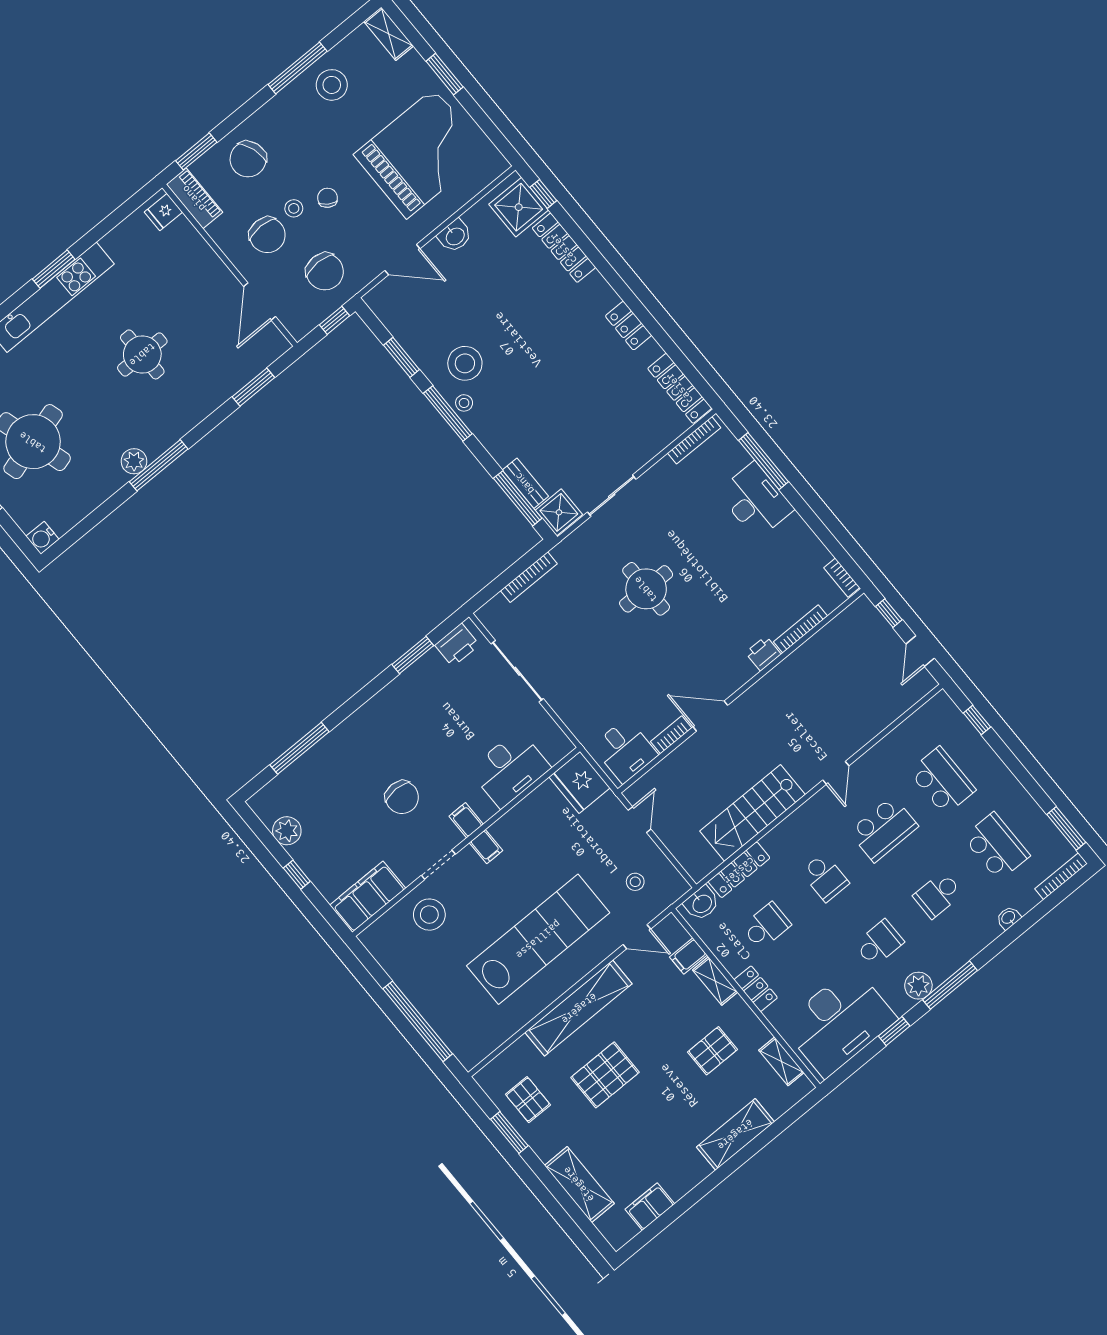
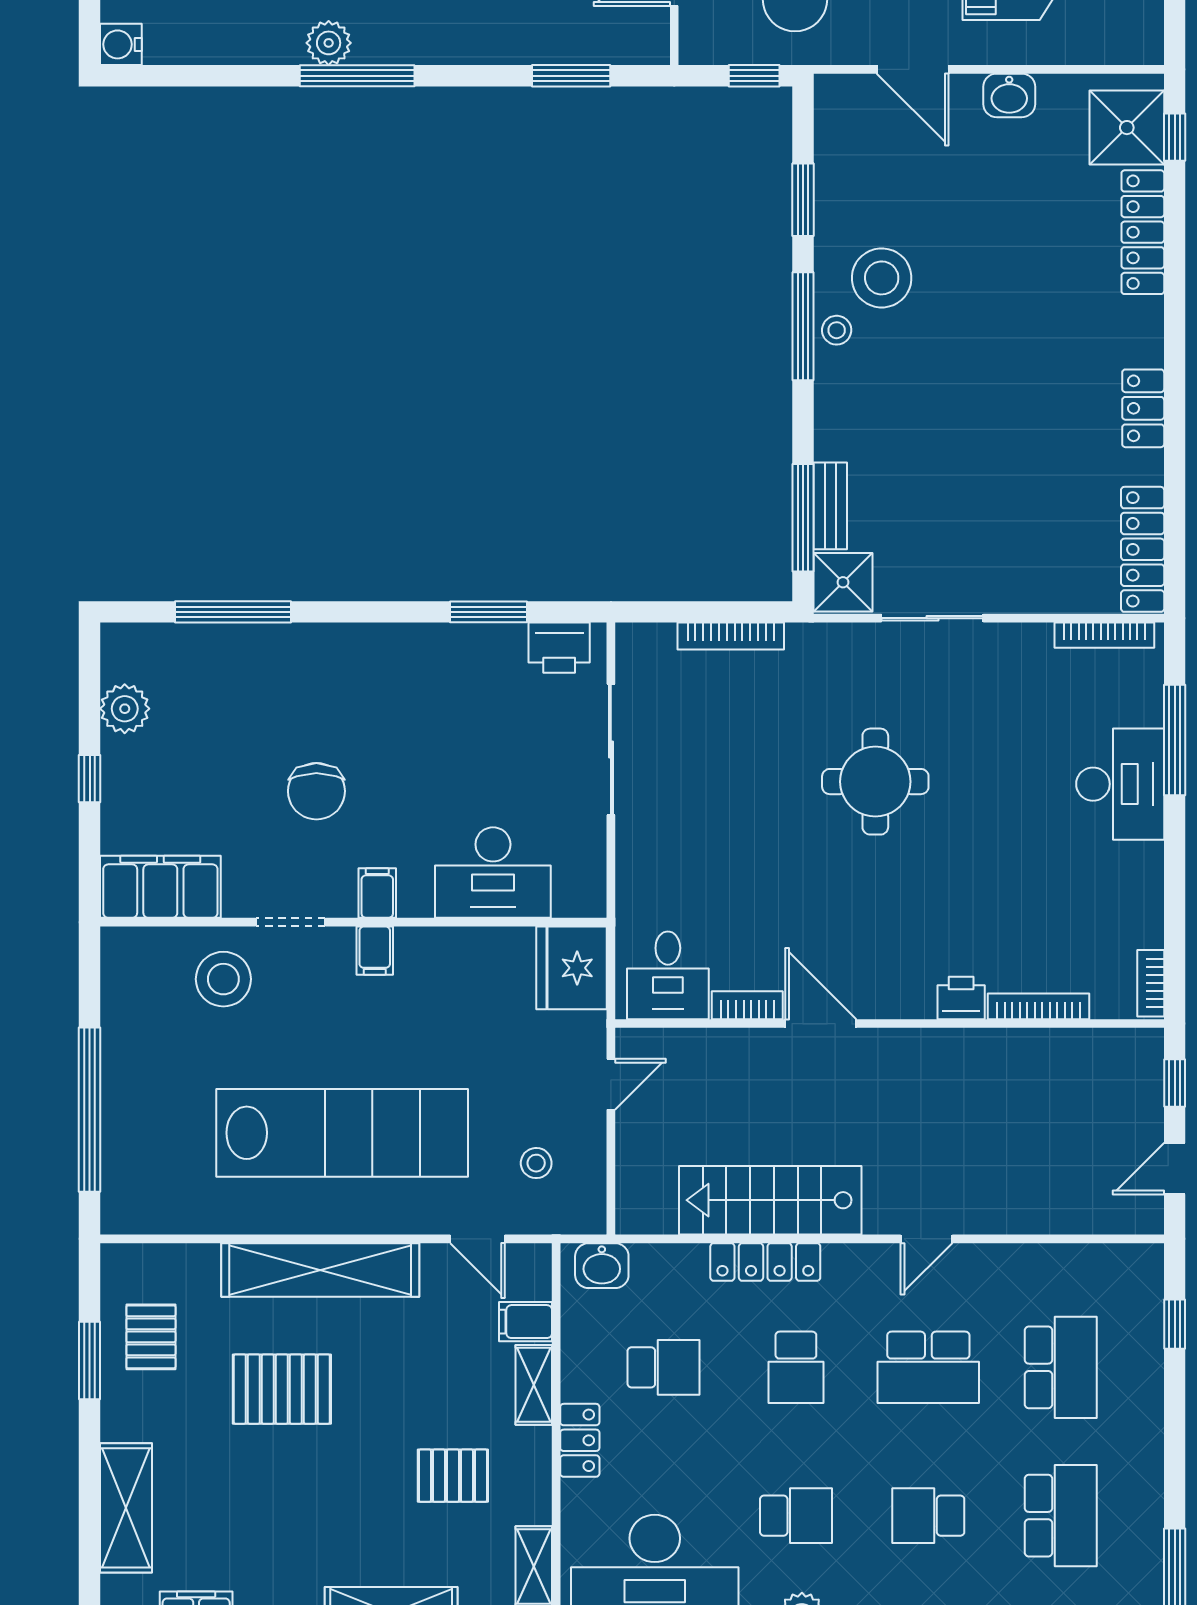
locker: (739, 870) -> (765, 1262), moved

